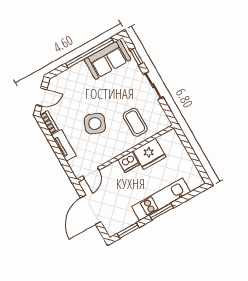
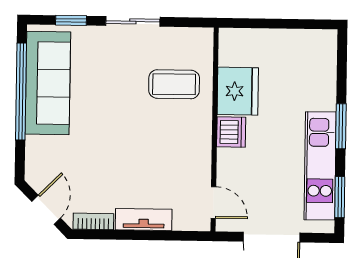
sofa: (108, 59) -> (48, 83), width x1.36
side table: (95, 124) -> (138, 150), removed
kitchen unit: (161, 199) -> (320, 166), moved

